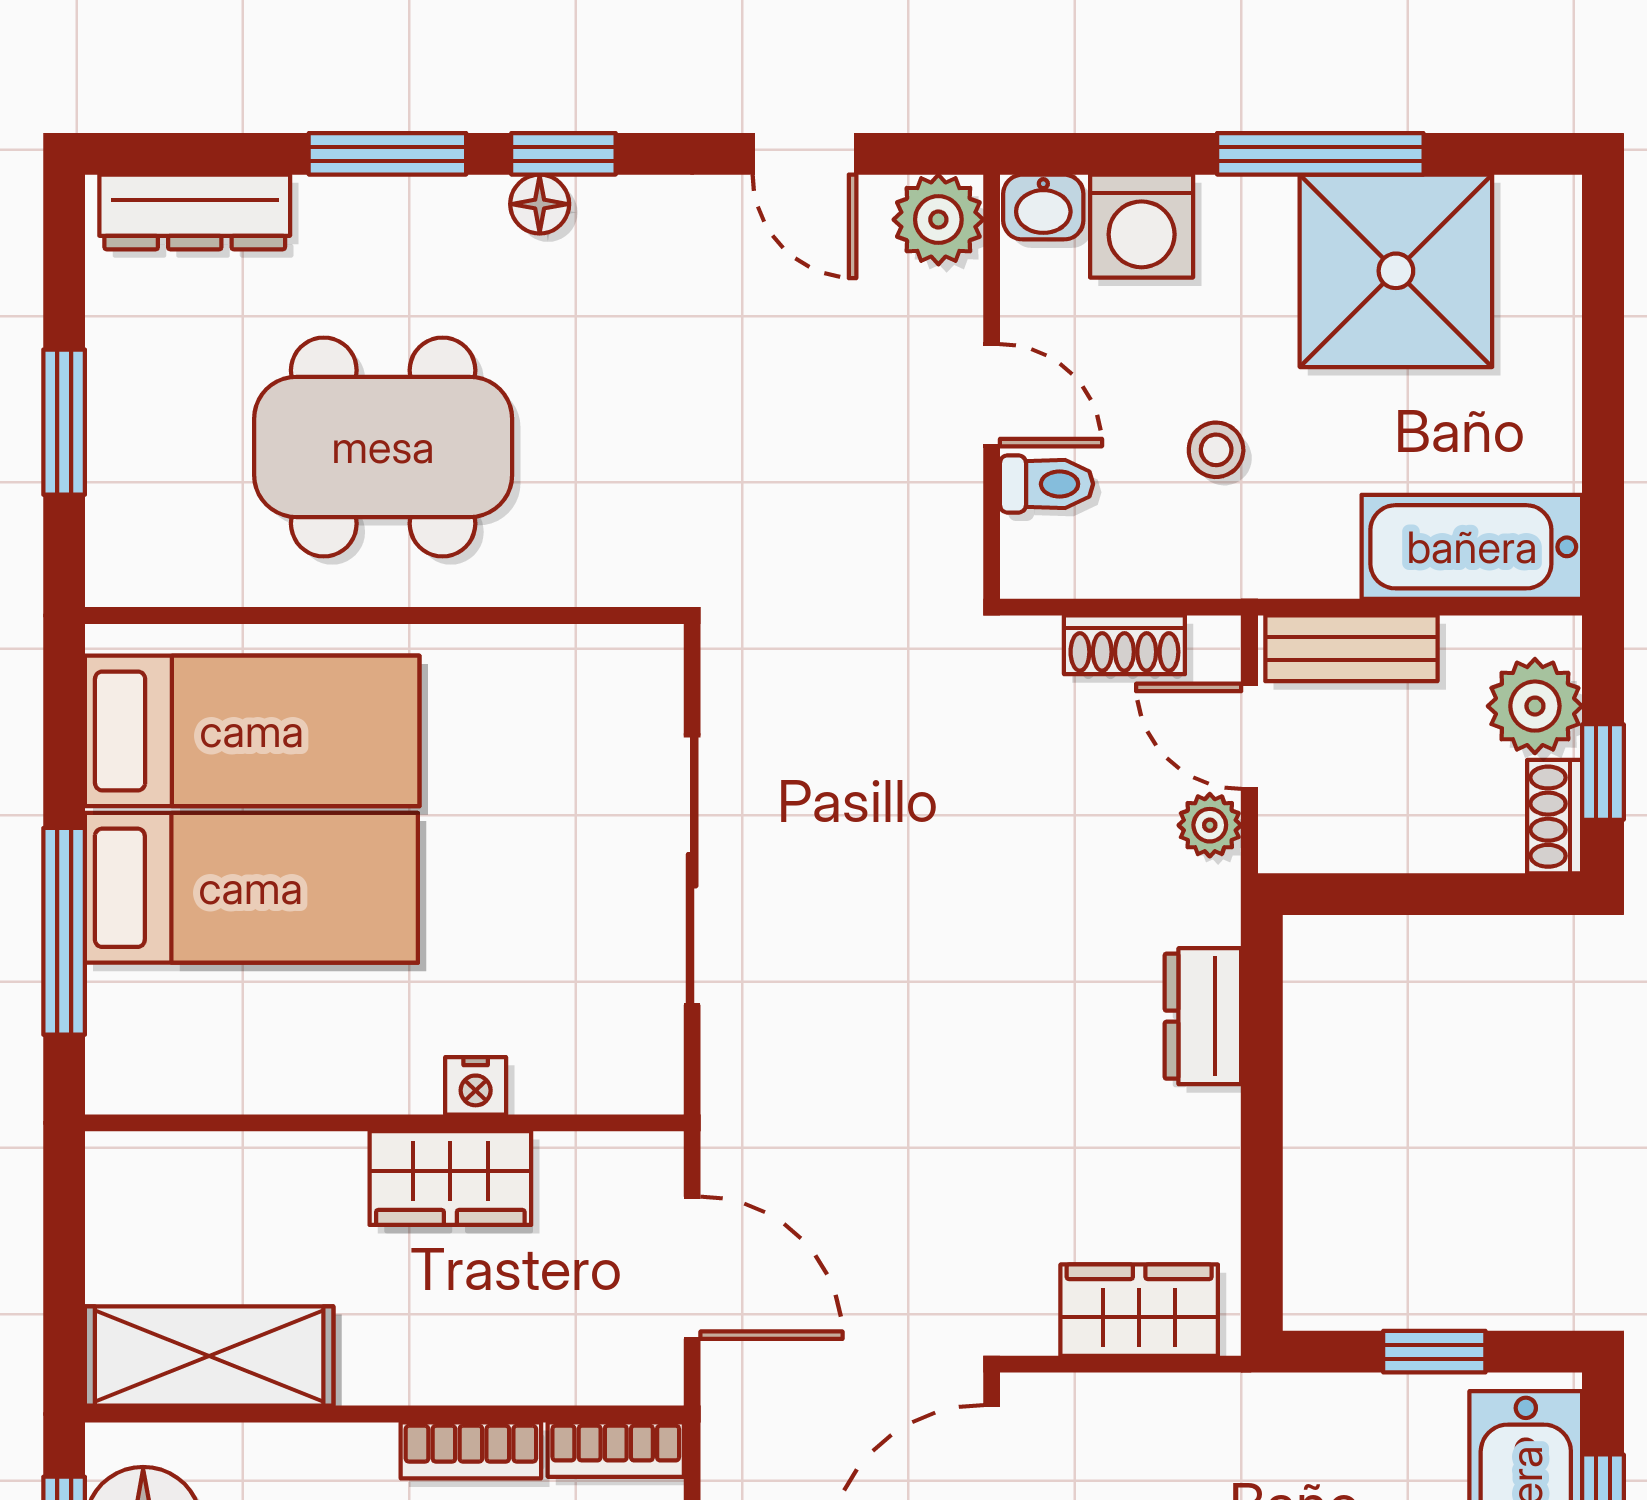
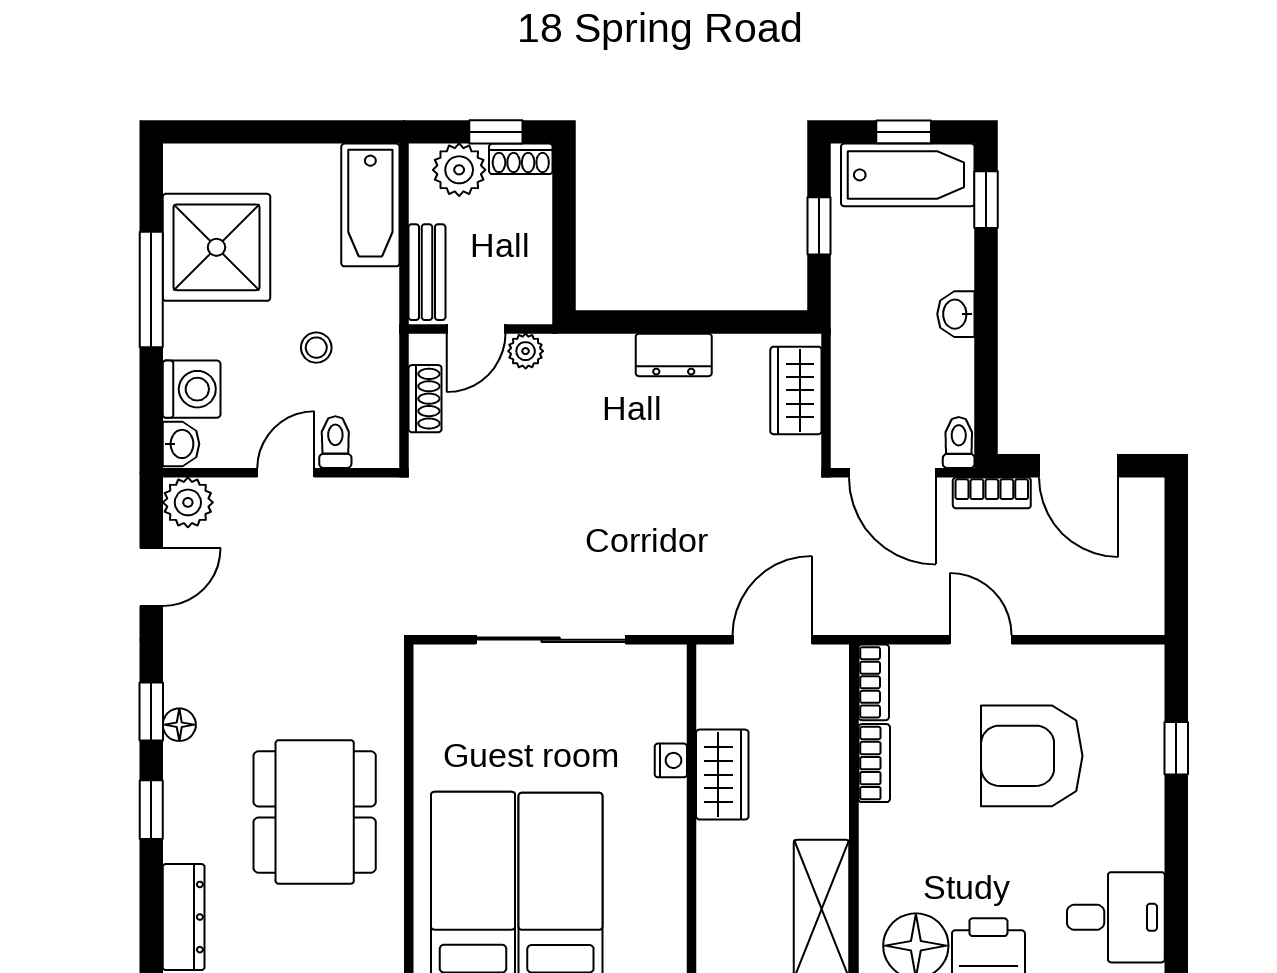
window: (387, 154) -> (151, 810), width x0.67
dresser: (1203, 1016) -> (674, 355), moved

